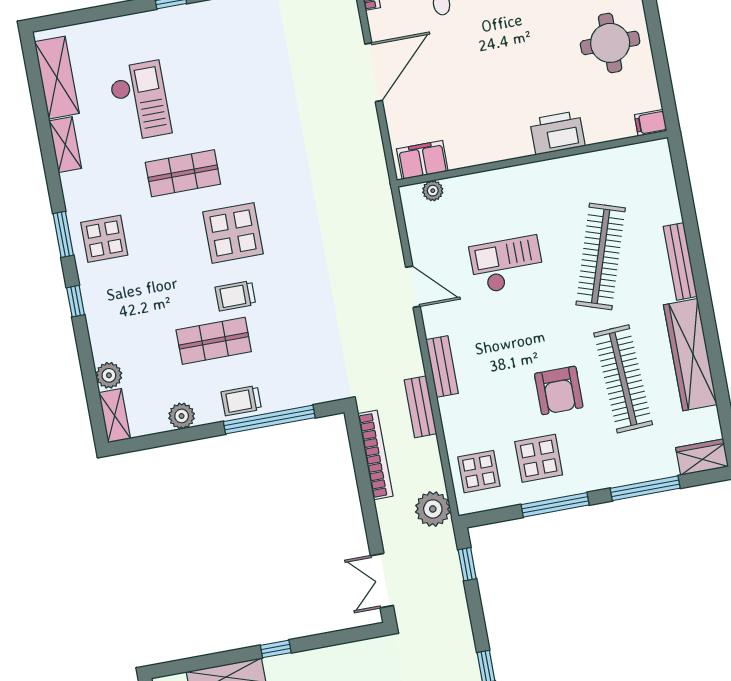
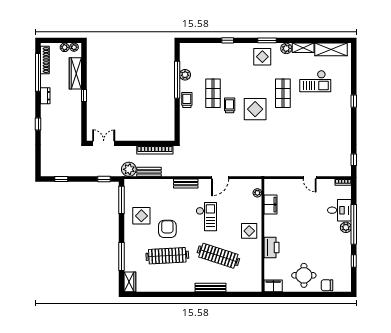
door: (374, 72) -> (310, 178), width x0.53
filing cabinet: (651, 123) -> (273, 286), width x2.00
filing cabinet: (422, 160) -> (271, 205), moved
checkout: (507, 265) -> (206, 217), moved
window: (76, 301) -> (228, 40), moved
wardrobe: (690, 355) -> (172, 285), removed
plant: (109, 375) -> (286, 48), moved
armchair: (559, 390) -> (167, 229), turned 90
bench: (420, 407) -> (149, 172), moved
shelving: (115, 416) -> (190, 48), removed
window: (269, 420) -> (177, 80), moved
display table: (479, 472) -> (249, 231), moved
window: (555, 505) -> (121, 200), moved

